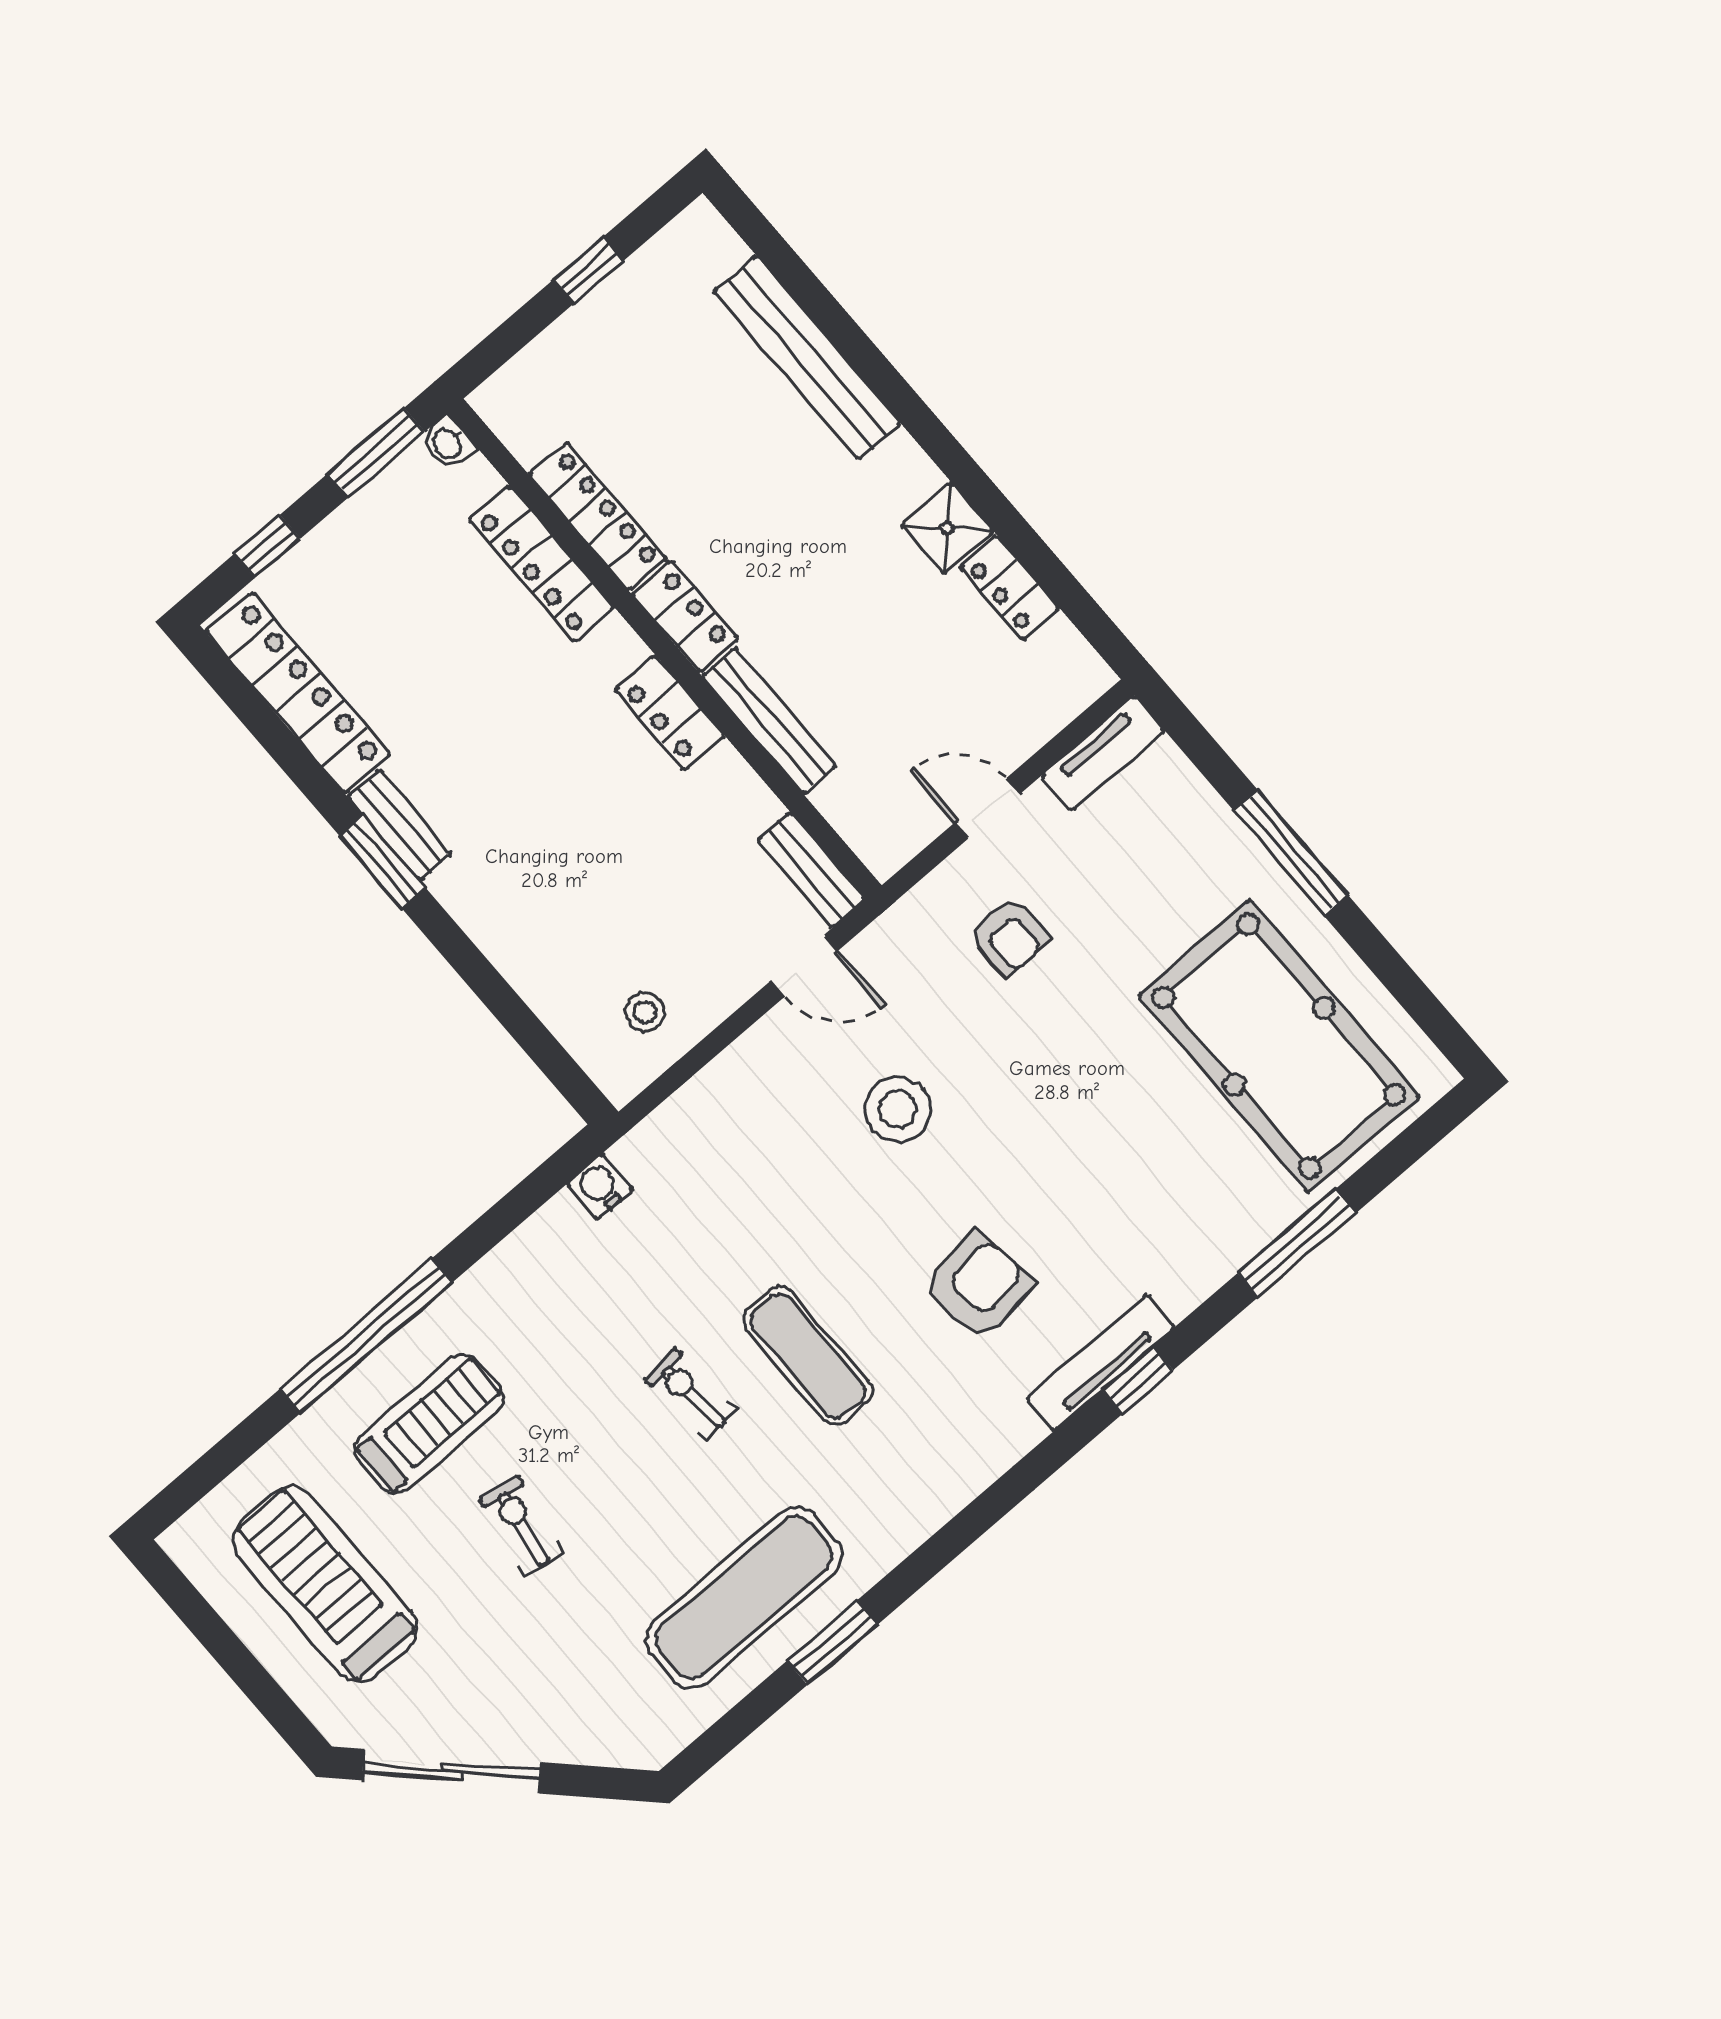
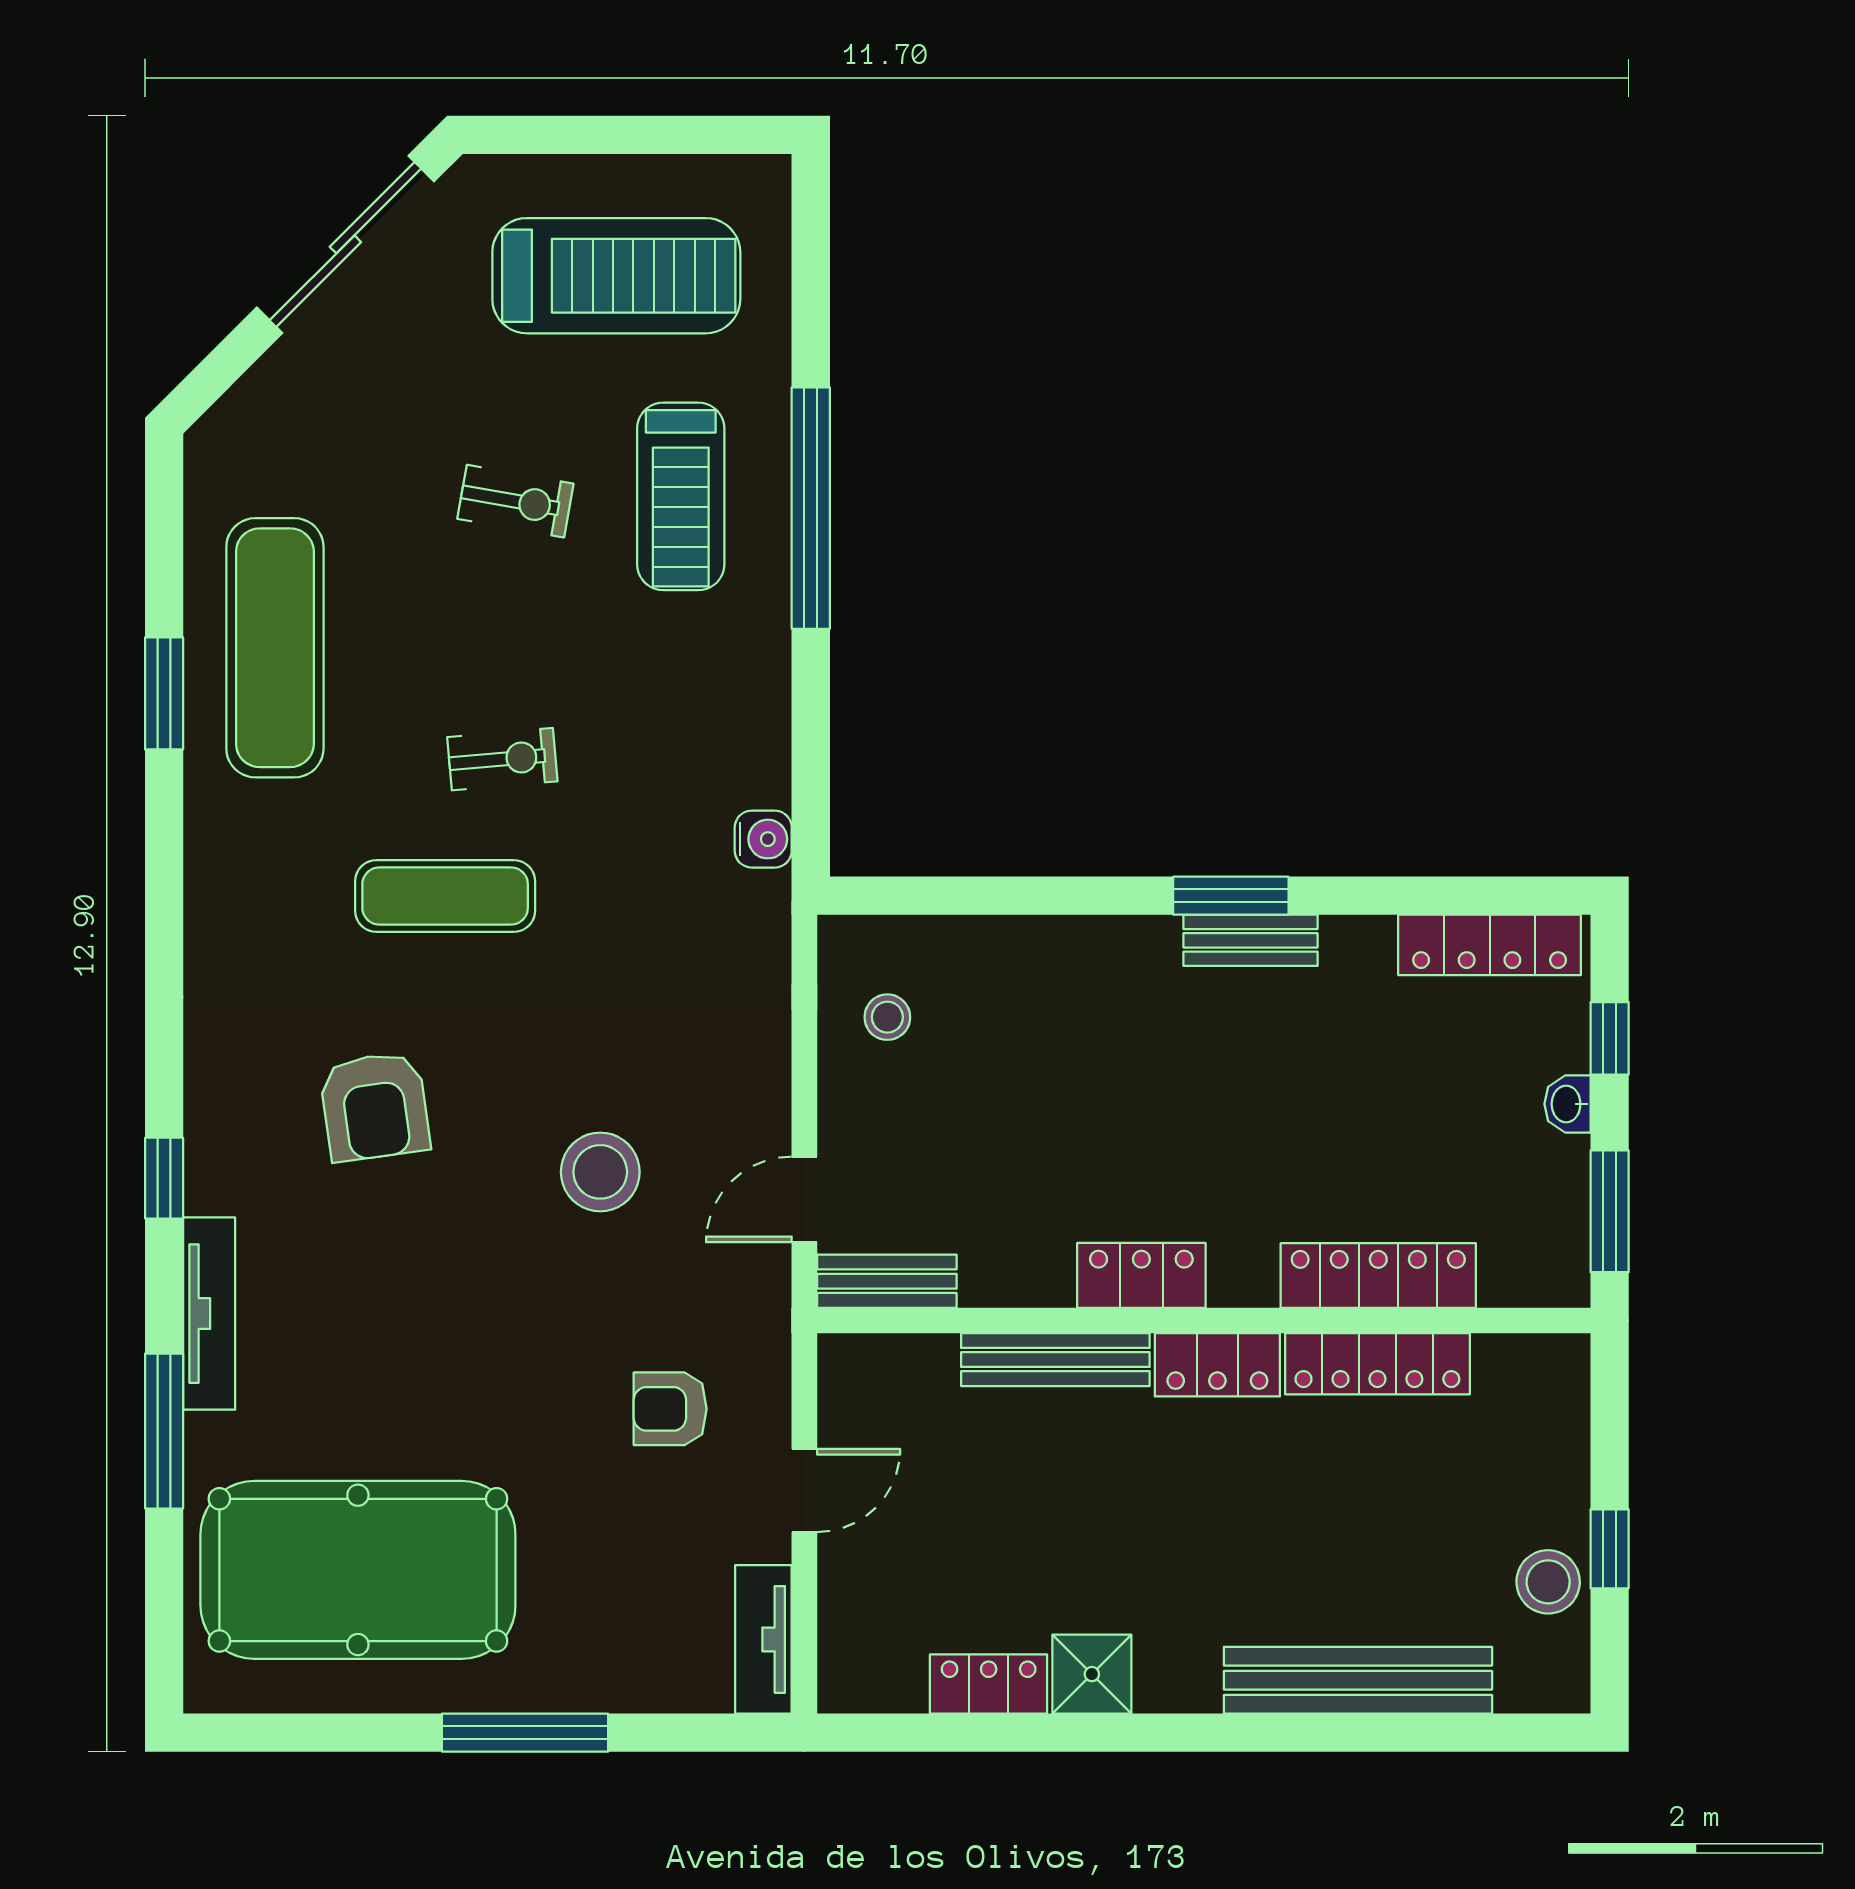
stool: (643, 291) -> (1548, 1582), added
washbasin: (448, 443) -> (1567, 1104), moved, turned -90
locker: (298, 693) -> (1490, 945), width x0.71, depth x0.83
tv unit: (1100, 1363) -> (209, 1314), moved

